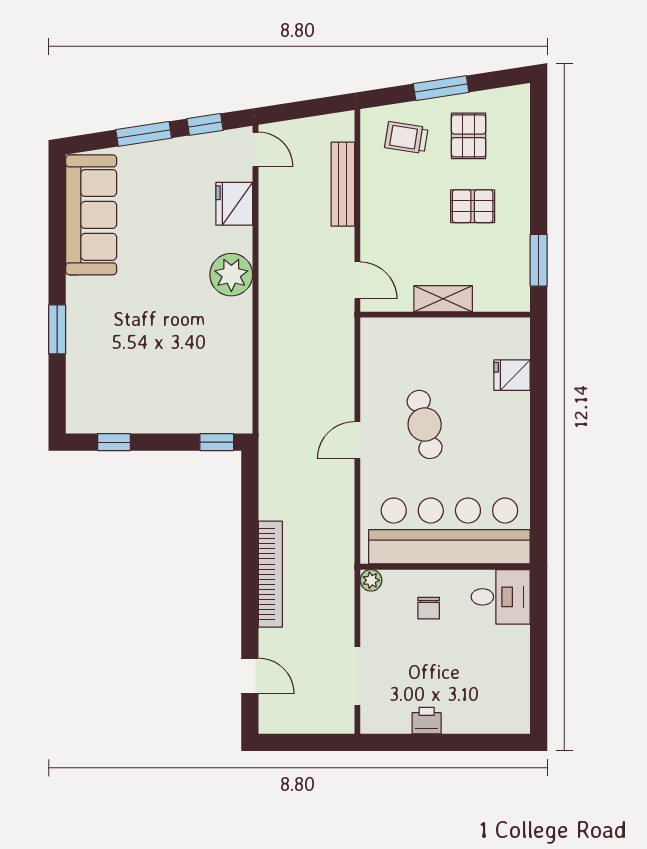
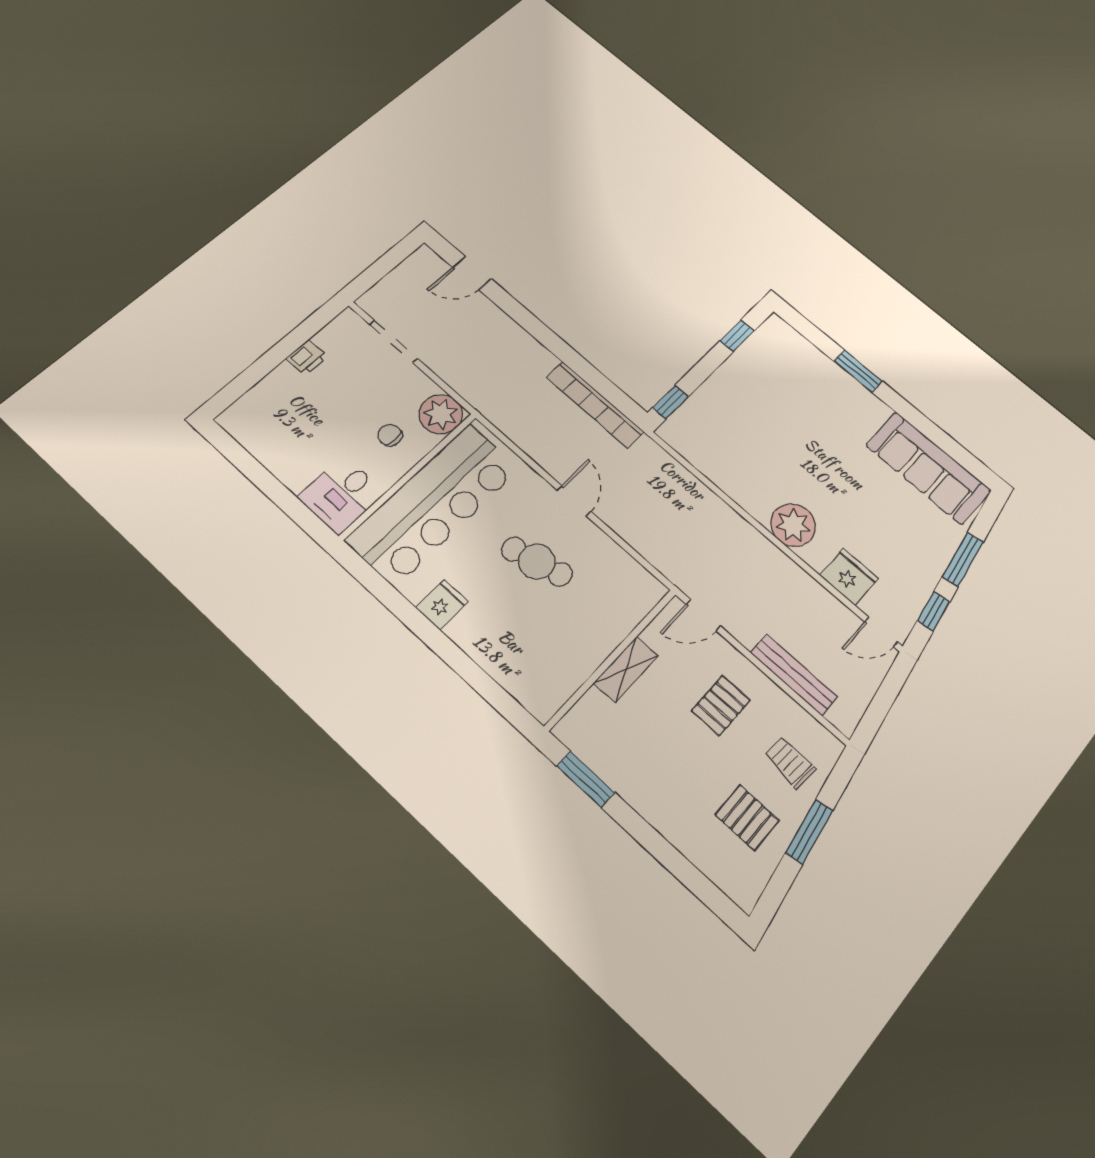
trolley: (406, 138) -> (790, 762), turned -94
pallet: (473, 206) -> (721, 705), moved
fridge: (512, 375) -> (442, 605), moved
bookcase: (270, 574) -> (595, 405), moved
plant: (371, 580) -> (441, 414), width x1.87, depth x1.87

